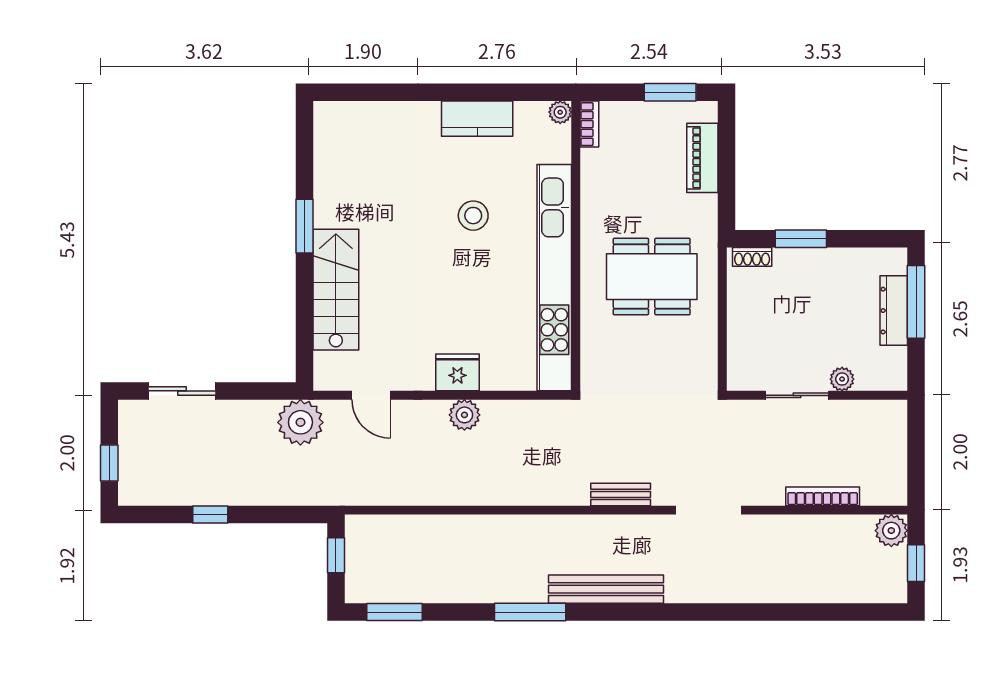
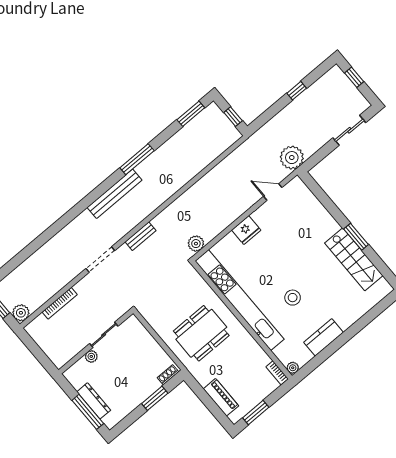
stairs: (336, 290) -> (354, 259), moved
plant: (464, 415) -> (196, 244), moved

